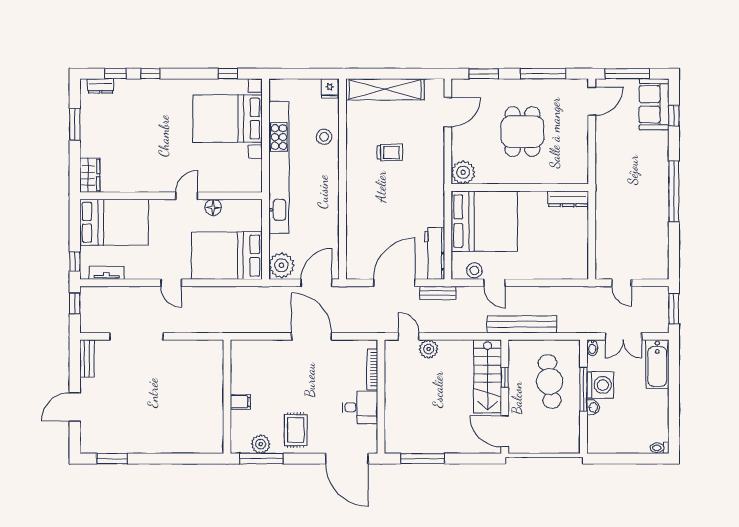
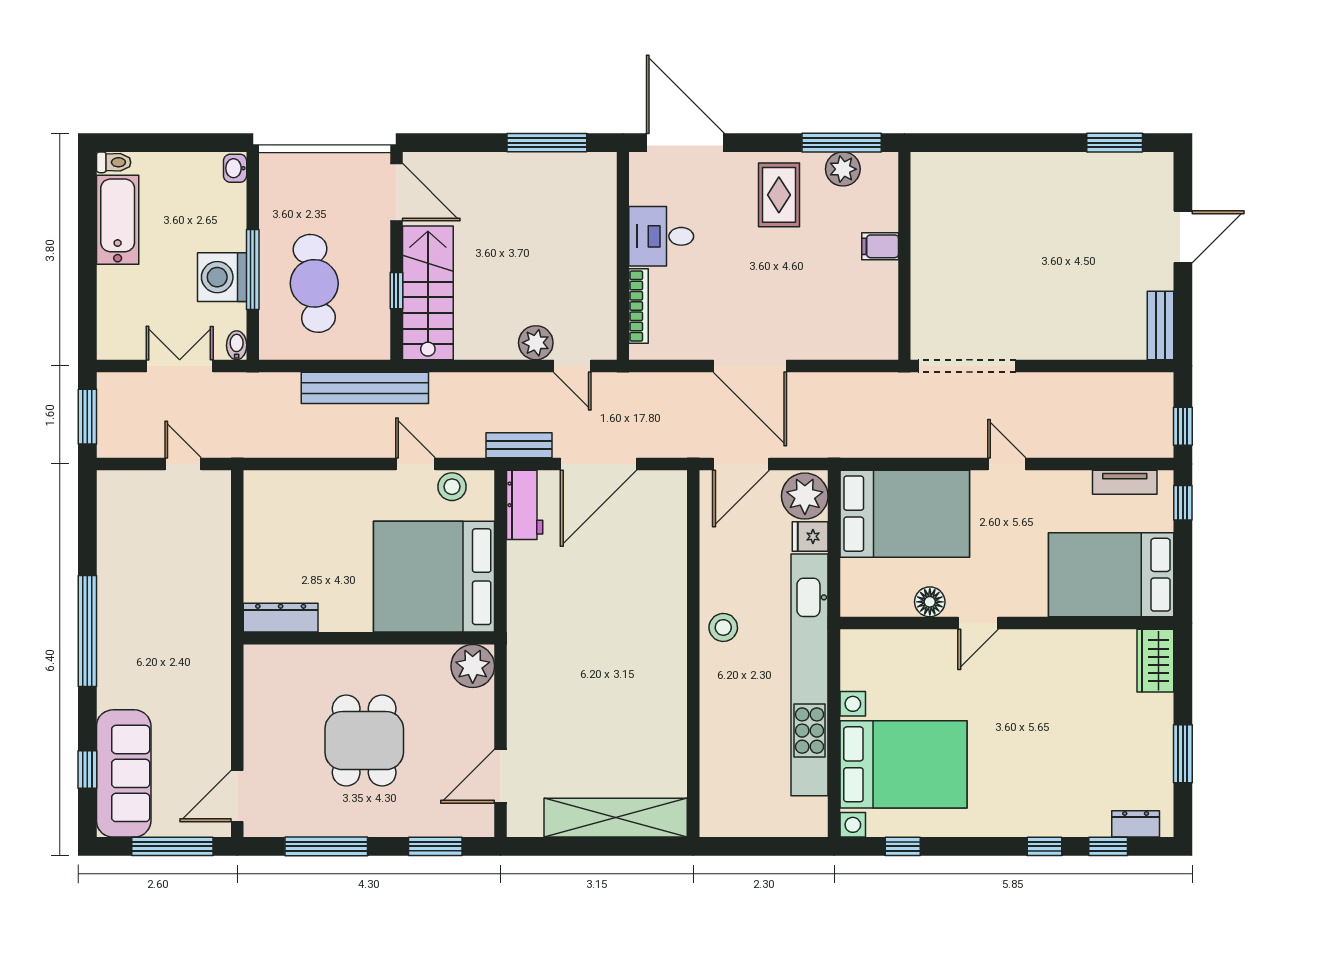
fridge: (330, 88) -> (810, 536), moved, turned -90
sofa: (654, 104) -> (124, 773), width x1.36
stool: (324, 137) -> (723, 627), moved
trolley: (390, 153) -> (607, 702), removed
workbench: (435, 253) -> (525, 505), width x0.73
doorway: (136, 336) -> (967, 366), moved
bathtub: (657, 364) -> (118, 220), moved
washbasin: (593, 407) -> (235, 168), moved

